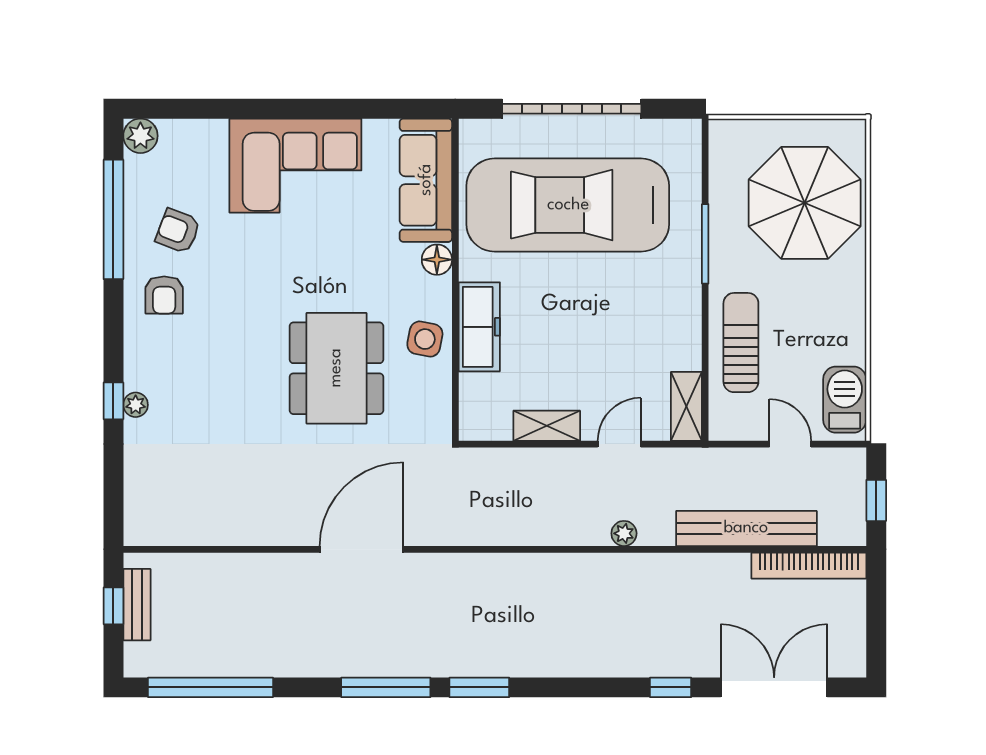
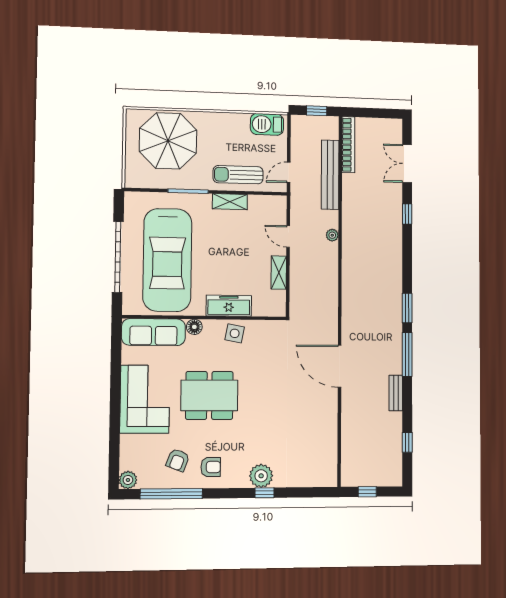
dining table: (336, 368) -> (209, 395), moved
plant: (136, 405) -> (261, 476), width x1.88, depth x1.88
shelving: (686, 406) -> (230, 202), moved
door: (790, 444) -> (289, 172), moved
bench: (137, 605) -> (396, 393), moved, turned 90
window: (210, 687) -> (407, 442), width x0.32
double door: (774, 687) -> (407, 164), width x0.73

